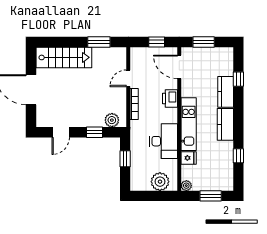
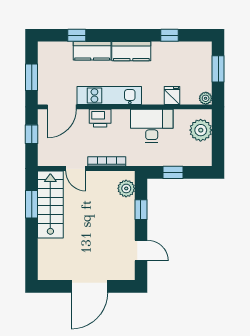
stairs: (64, 57) -> (50, 204), moved
kitchen unit: (189, 124) -> (109, 96), moved

